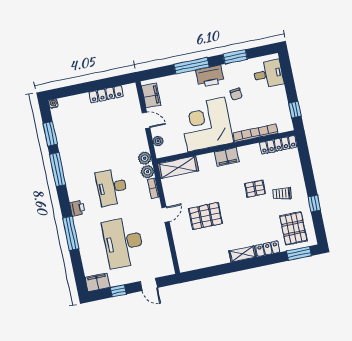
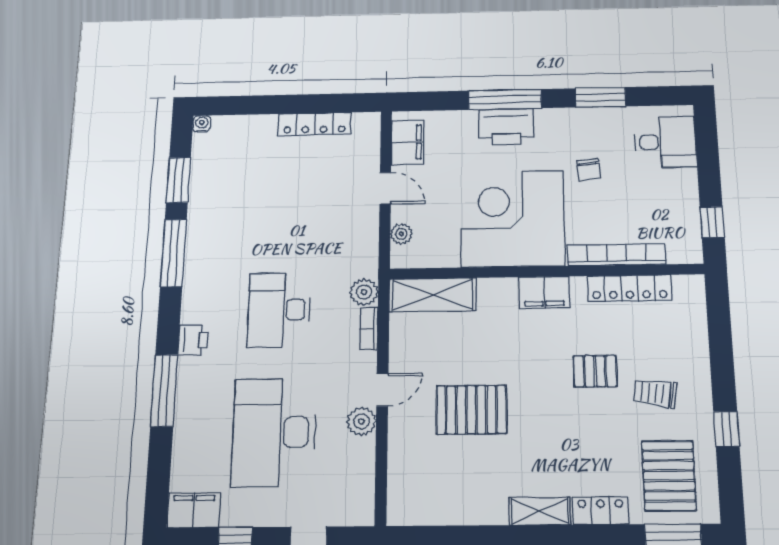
printer: (210, 76) -> (506, 127), moved
locker: (278, 145) -> (630, 288), moved
plant: (145, 158) -> (361, 421), moved

